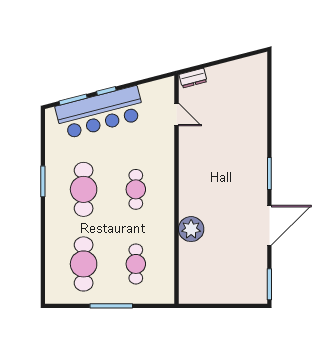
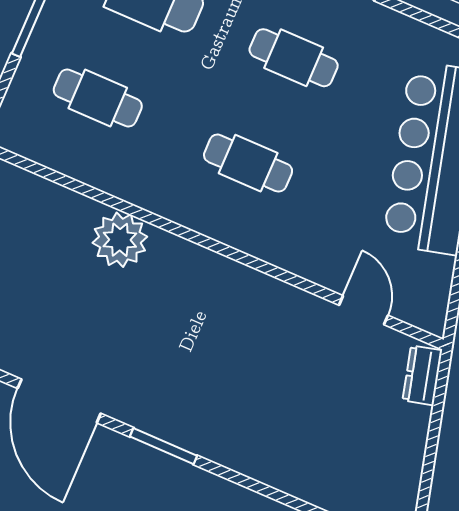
door: (176, 114) -> (363, 310), swing flipped
cafe table: (84, 189) -> (294, 58), width x0.73, depth x0.74

